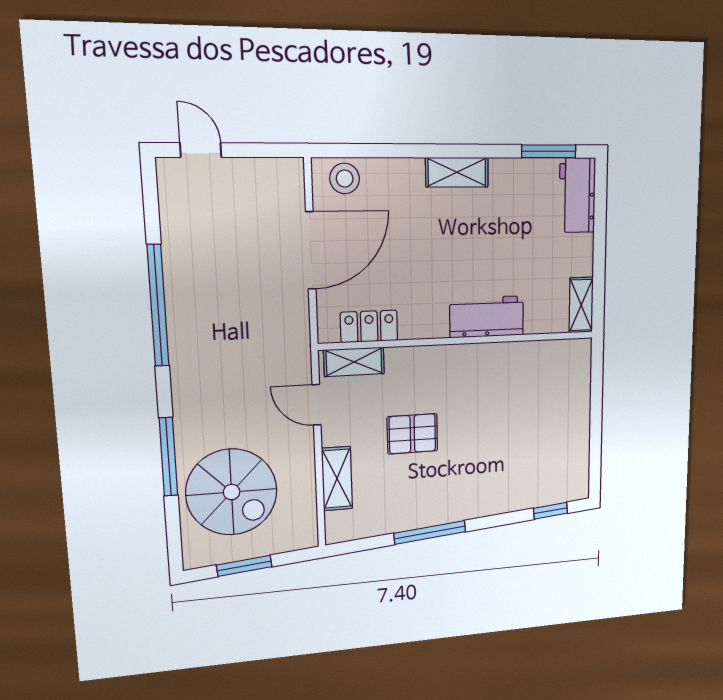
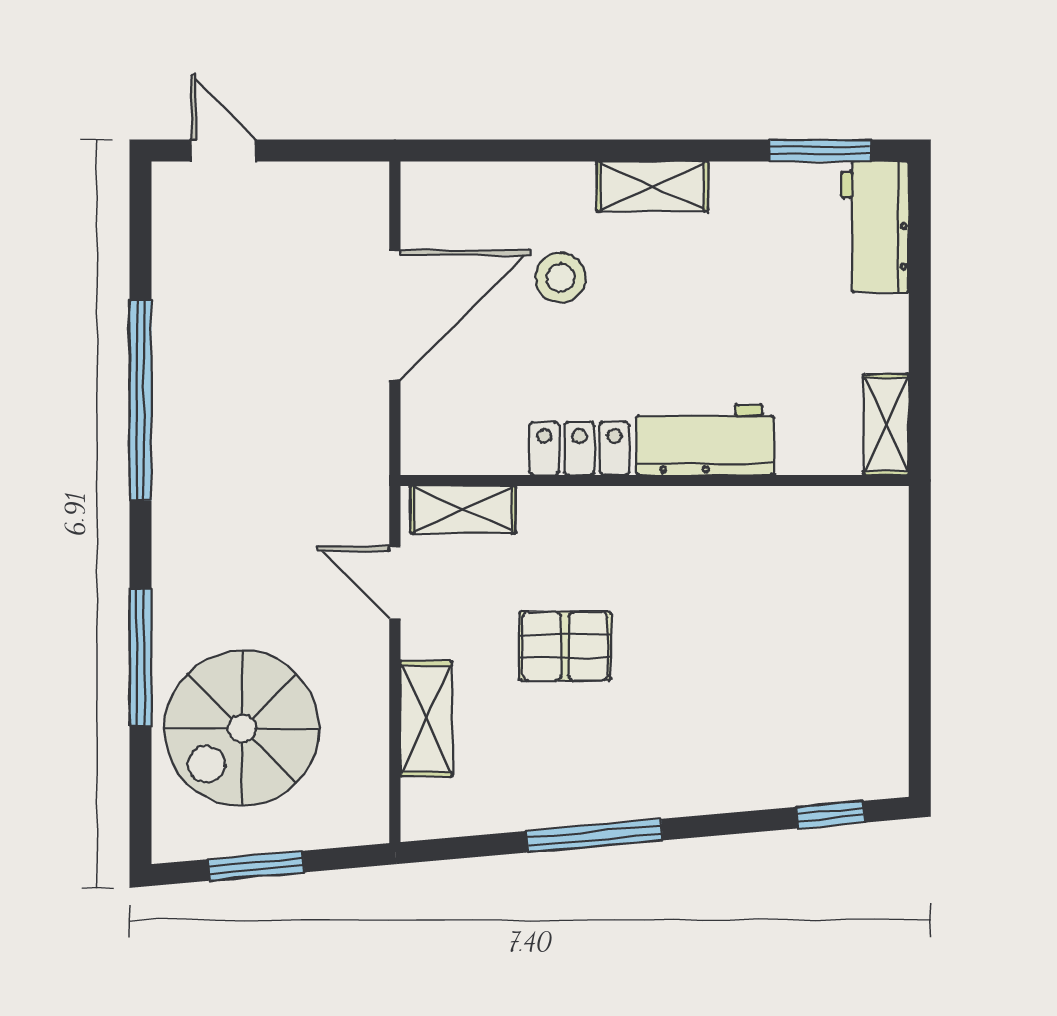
stool: (345, 179) -> (560, 278), moved
locker: (369, 326) -> (579, 448), moved
spiral stairs: (232, 492) -> (242, 728), turned 90

